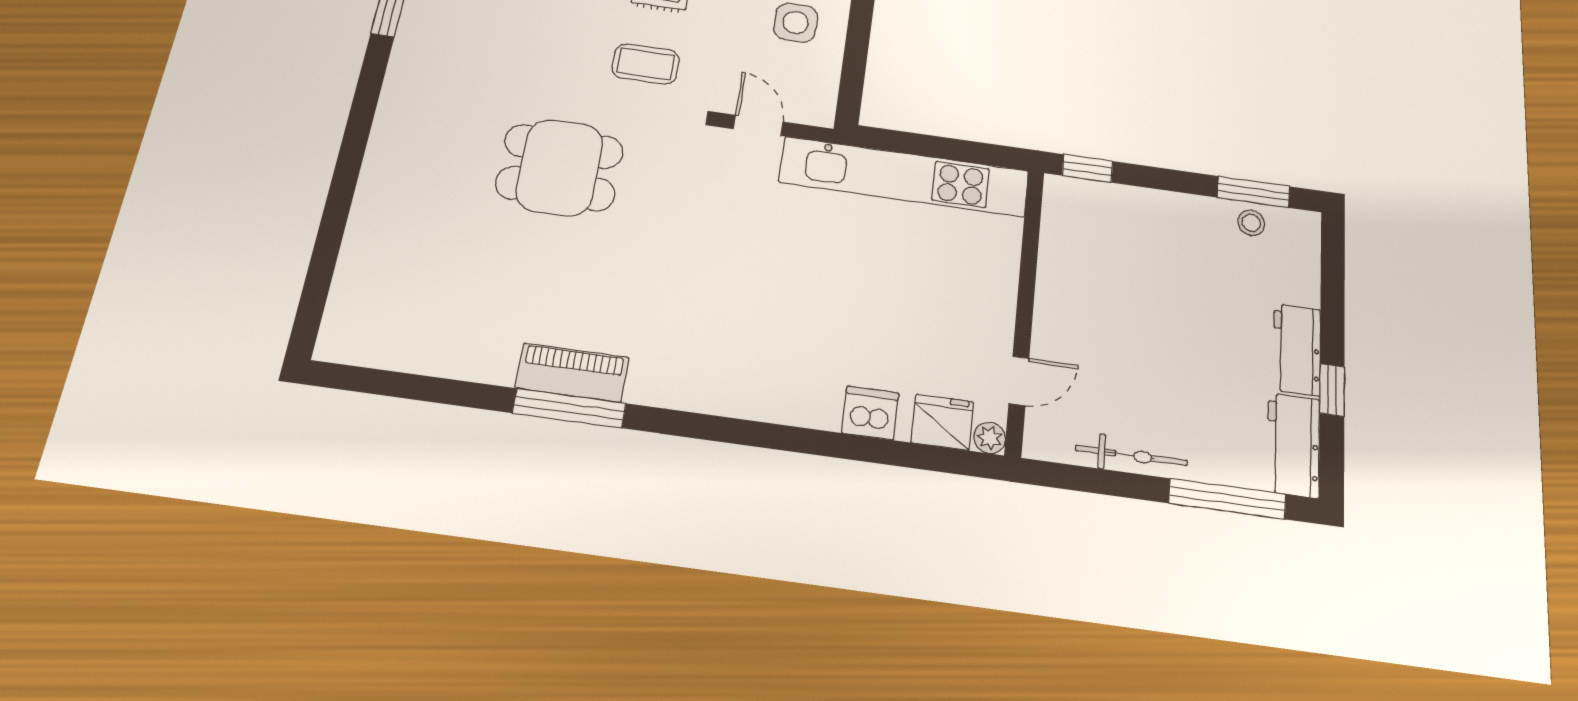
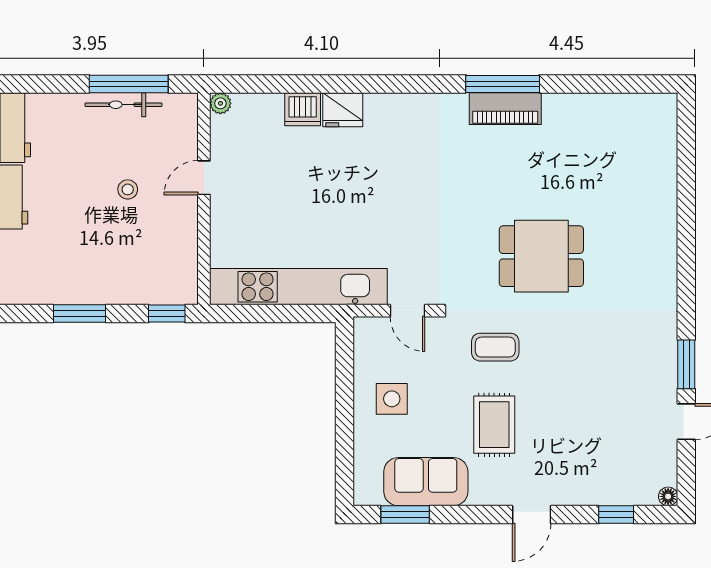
window: (1254, 192) -> (79, 314), moved
stool: (1251, 223) -> (128, 189), moved
door: (1019, 381) -> (204, 178), moved
fridge: (942, 422) -> (343, 110), moved
window: (1227, 499) -> (129, 84), moved

